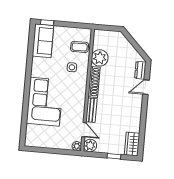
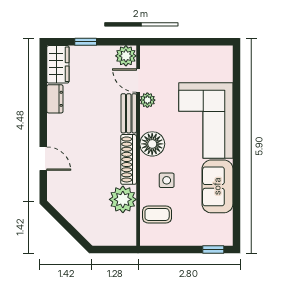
sofa: (43, 41) -> (217, 186), moved
dresser: (140, 70) -> (55, 99), moved
door: (146, 87) -> (43, 159), hinge flipped
floor lamp: (79, 90) -> (152, 144), added
plant: (77, 146) -> (147, 100), moved

